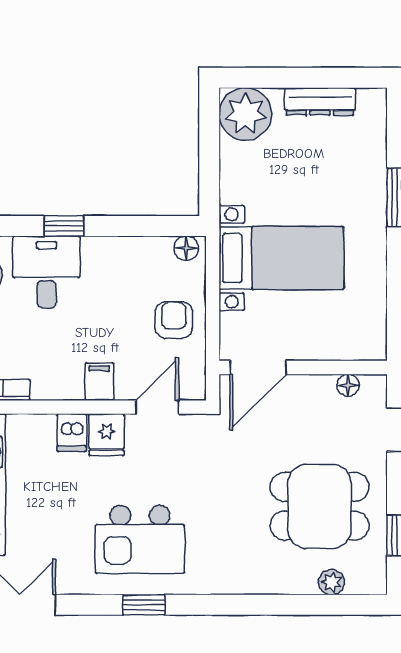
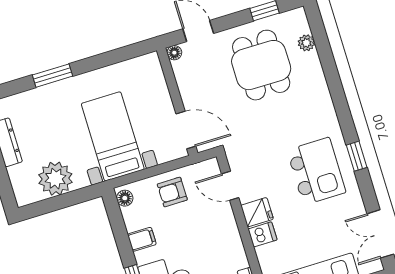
plant: (245, 114) -> (55, 179), moved
filing cabinet: (99, 382) -> (142, 239), moved, turned 180
floor lamp: (348, 385) -> (174, 53), moved

